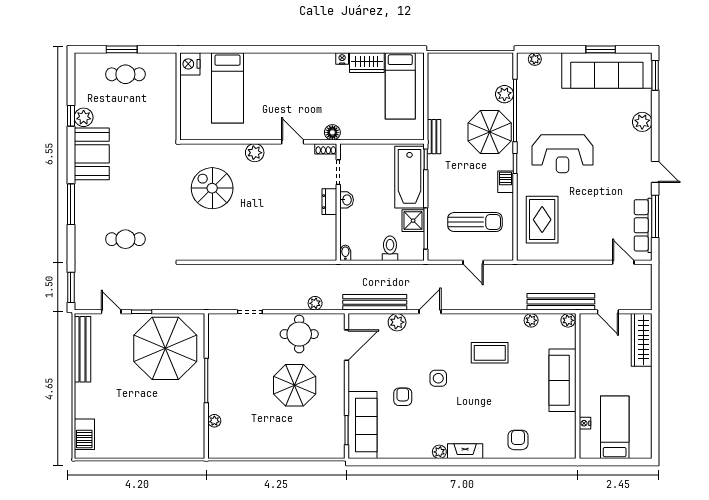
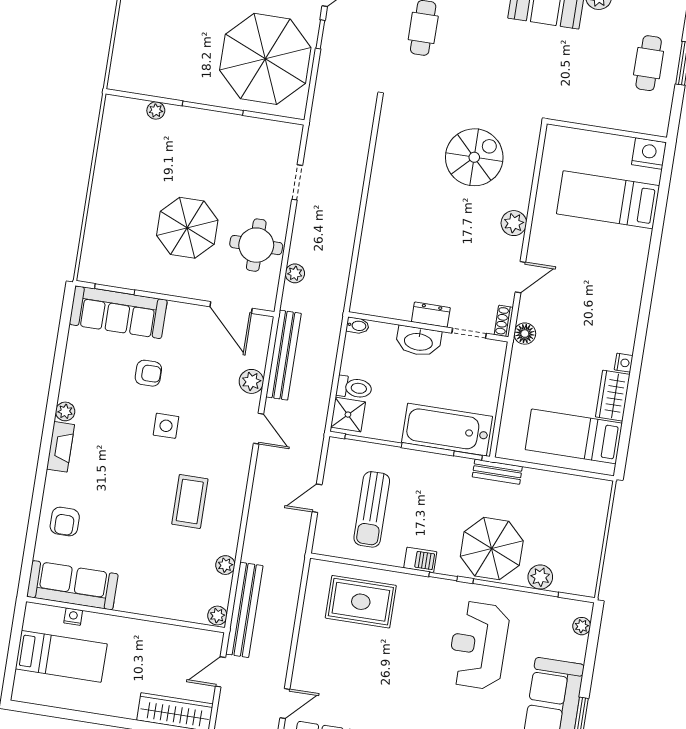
reception desk: (563, 154) -> (478, 645), moved
washbasin: (347, 200) -> (418, 341), width x1.91, depth x1.45
shower: (413, 221) -> (348, 415), moved
sofa: (563, 380) -> (72, 585), moved
armchair: (518, 440) -> (65, 521), turned 90

